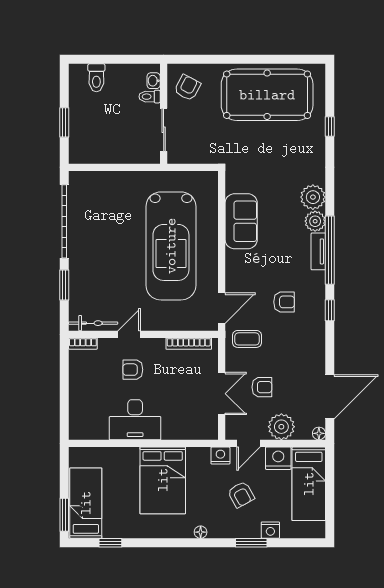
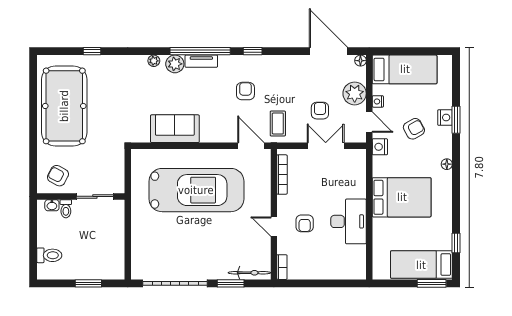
plant: (313, 197) -> (154, 61), width x0.53, depth x0.53
bicycle: (93, 323) -> (249, 273), moved, turned 90
nightstand: (278, 458) -> (378, 101), width x0.53, depth x0.56
nightstand: (270, 530) -> (445, 118), moved

